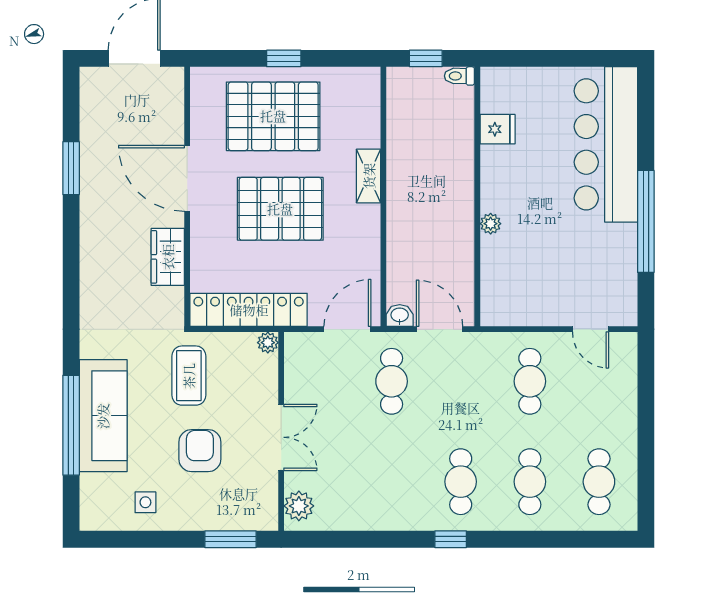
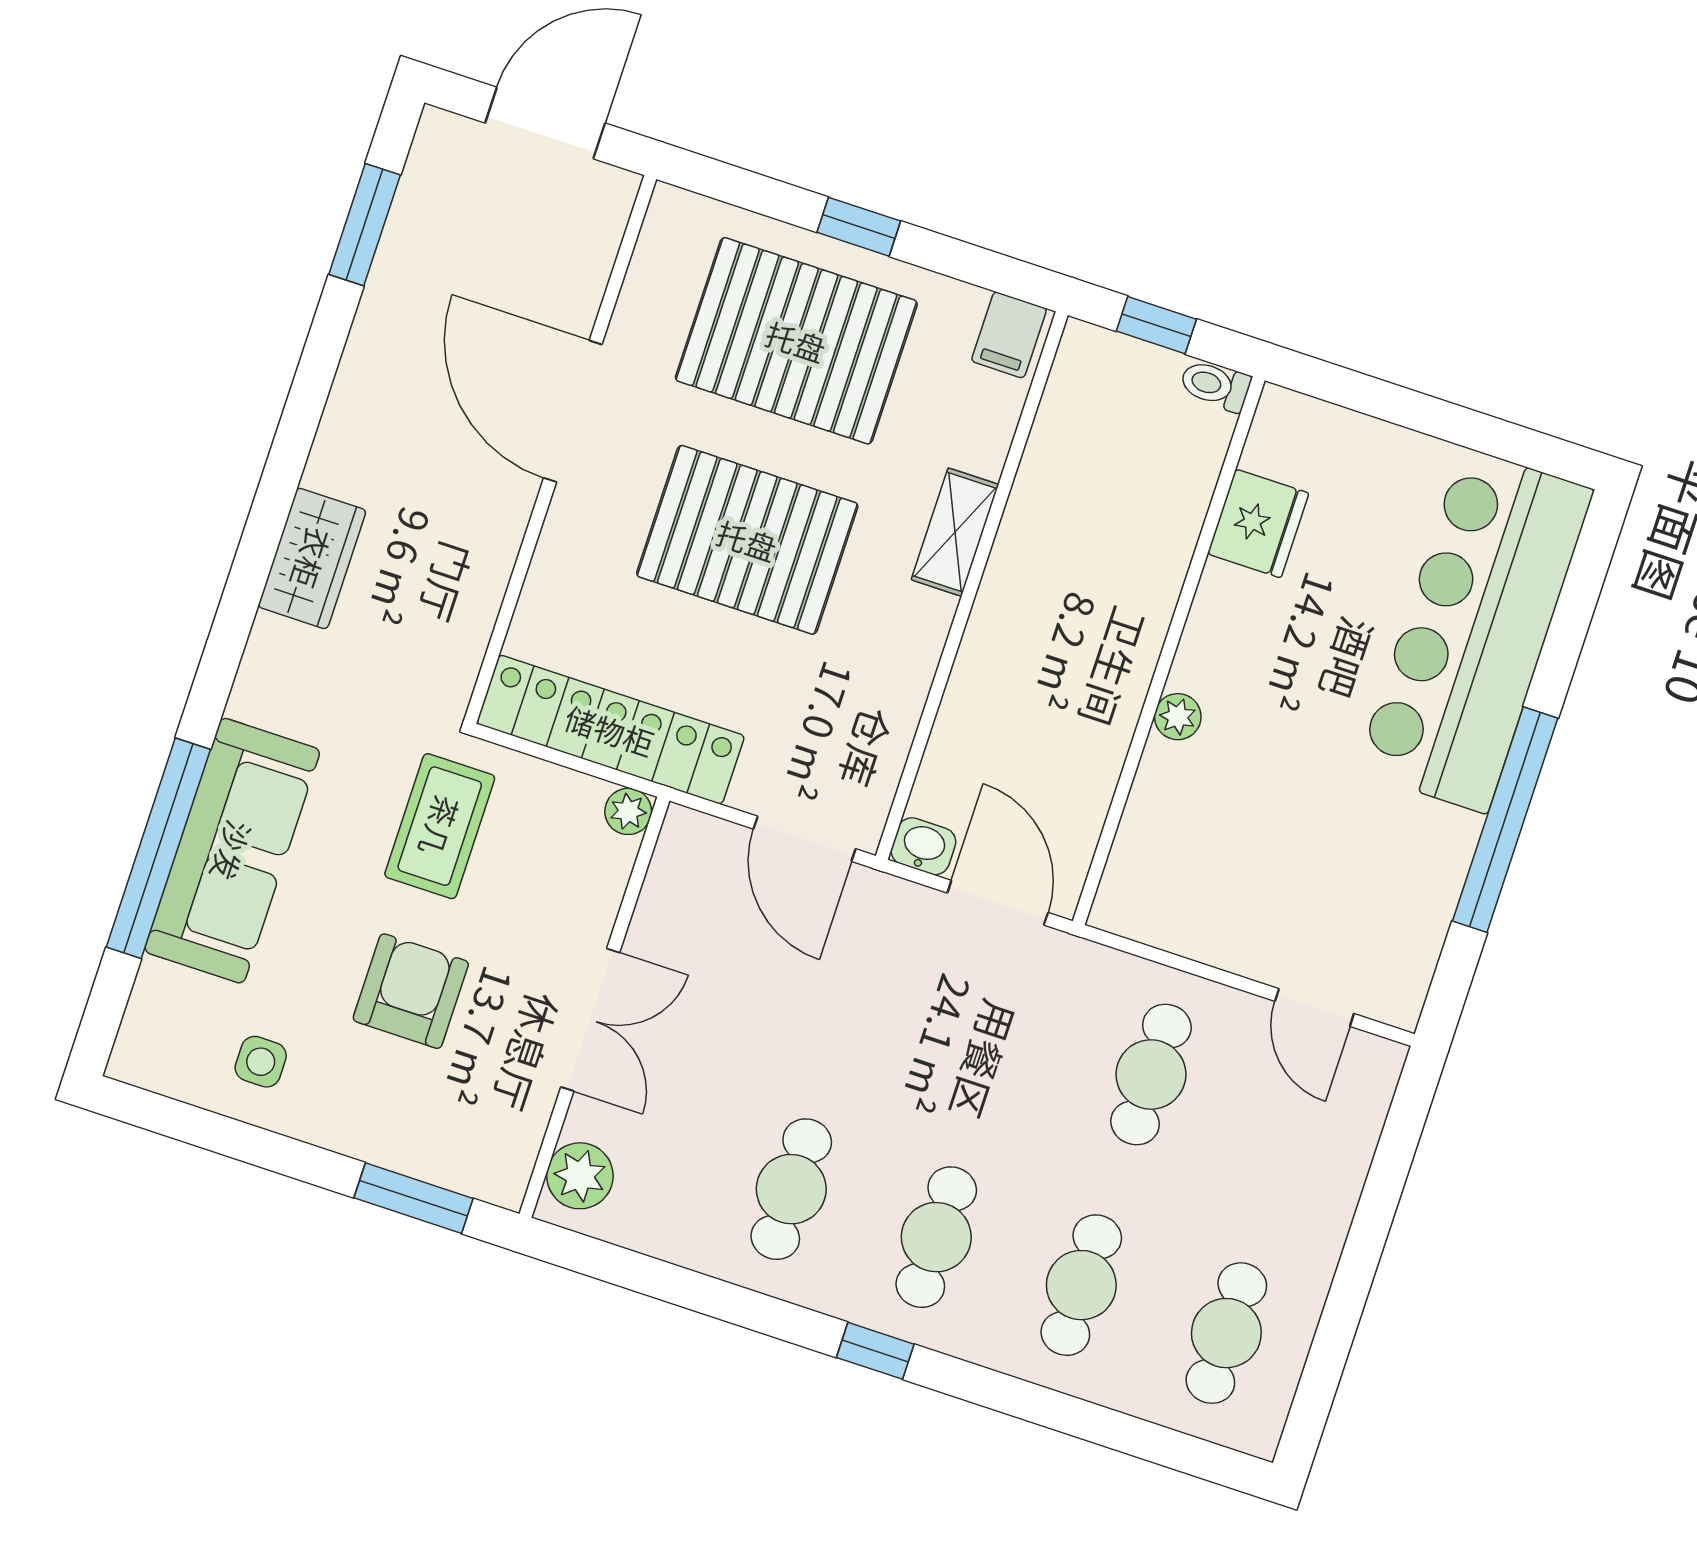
filing cabinet: (364, 84) -> (1009, 335), added
fridge: (498, 129) -> (1258, 523), width x1.38
window: (71, 168) -> (365, 225), moved
wardrobe: (168, 257) -> (312, 558), moved, turned 180
door: (347, 329) -> (805, 839), swing flipped
cafe table: (392, 381) -> (791, 1189), moved

